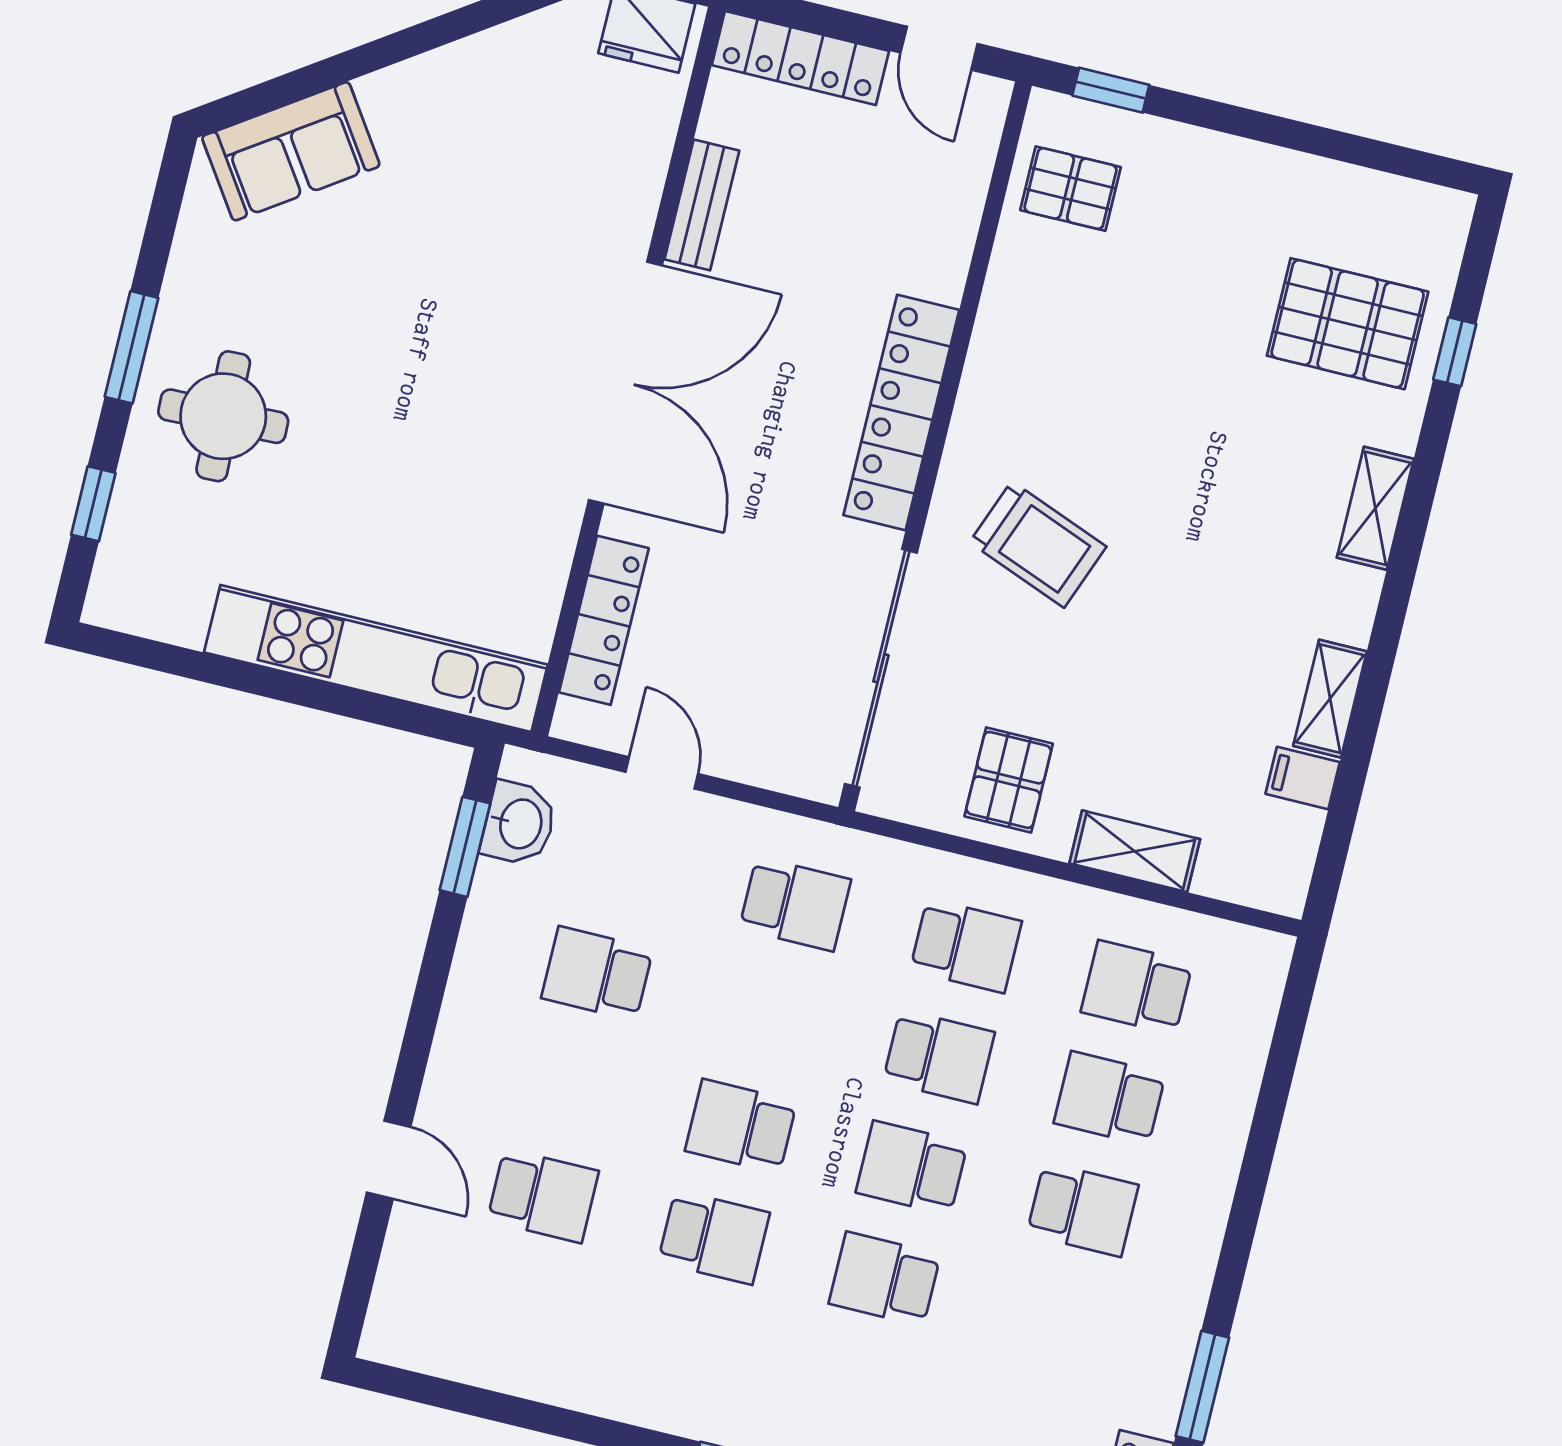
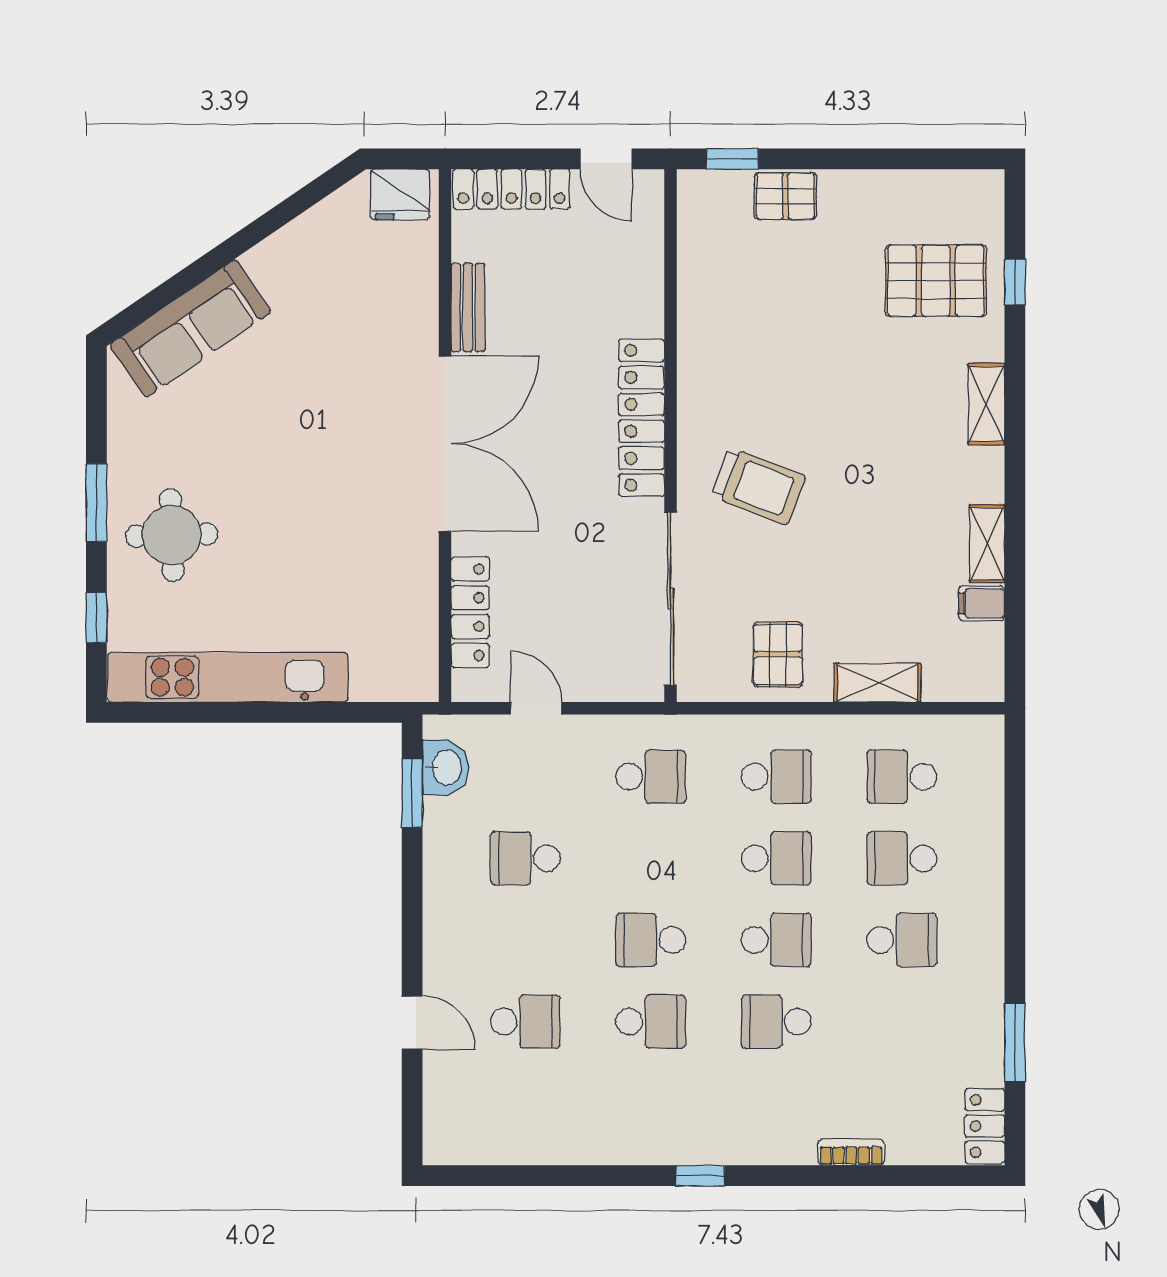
sofa: (291, 151) -> (191, 328), width x1.36
pallet: (1071, 189) -> (785, 196), moved
kitchen unit: (376, 659) -> (228, 677), moved
school desk: (912, 1168) -> (776, 940), turned 180

